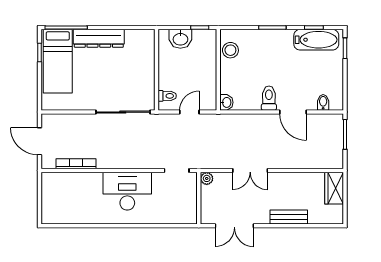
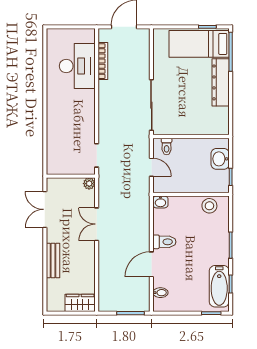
desk: (127, 191) -> (77, 66), moved

